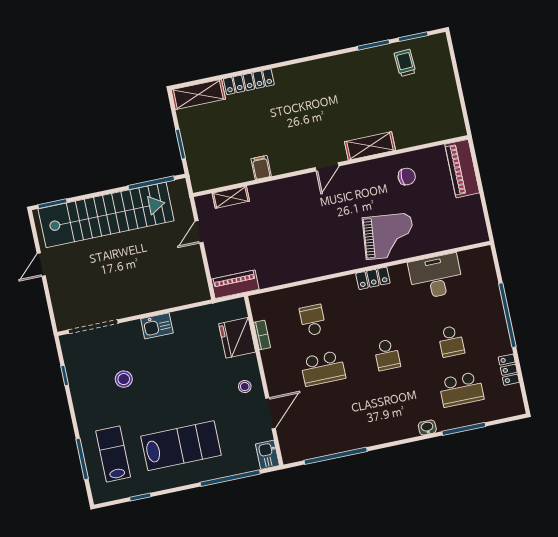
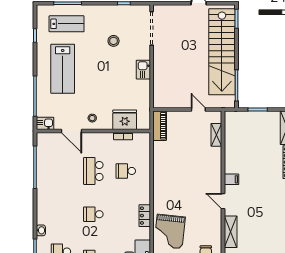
filing cabinet: (261, 168) -> (231, 179), moved
school desk: (313, 320) -> (126, 171), turned 180

